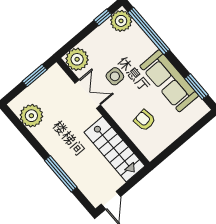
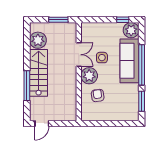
window: (149, 31) -> (142, 65), moved
plant: (77, 59) -> (89, 76), moved
sofa: (169, 81) -> (129, 61), moved
stairs: (114, 149) -> (39, 73), moved, turned 180

